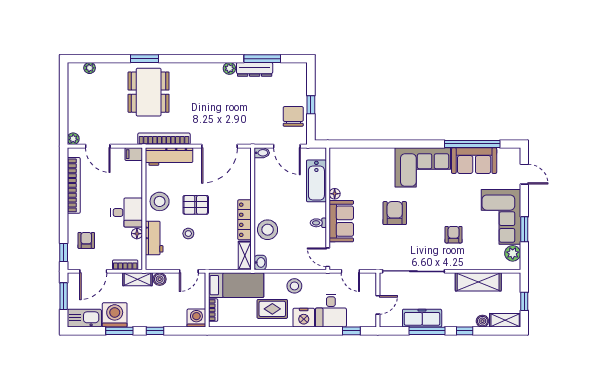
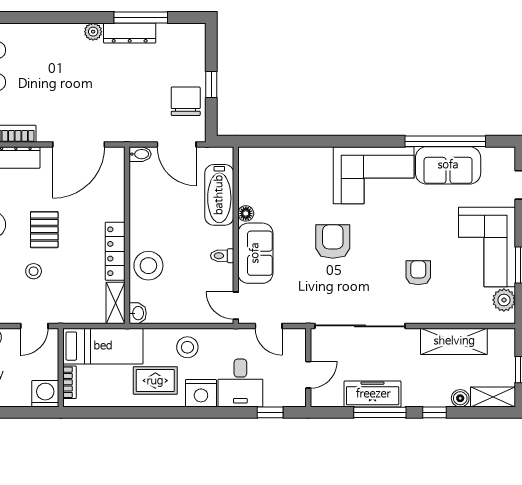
pallet: (196, 205) -> (44, 230), turned 90

